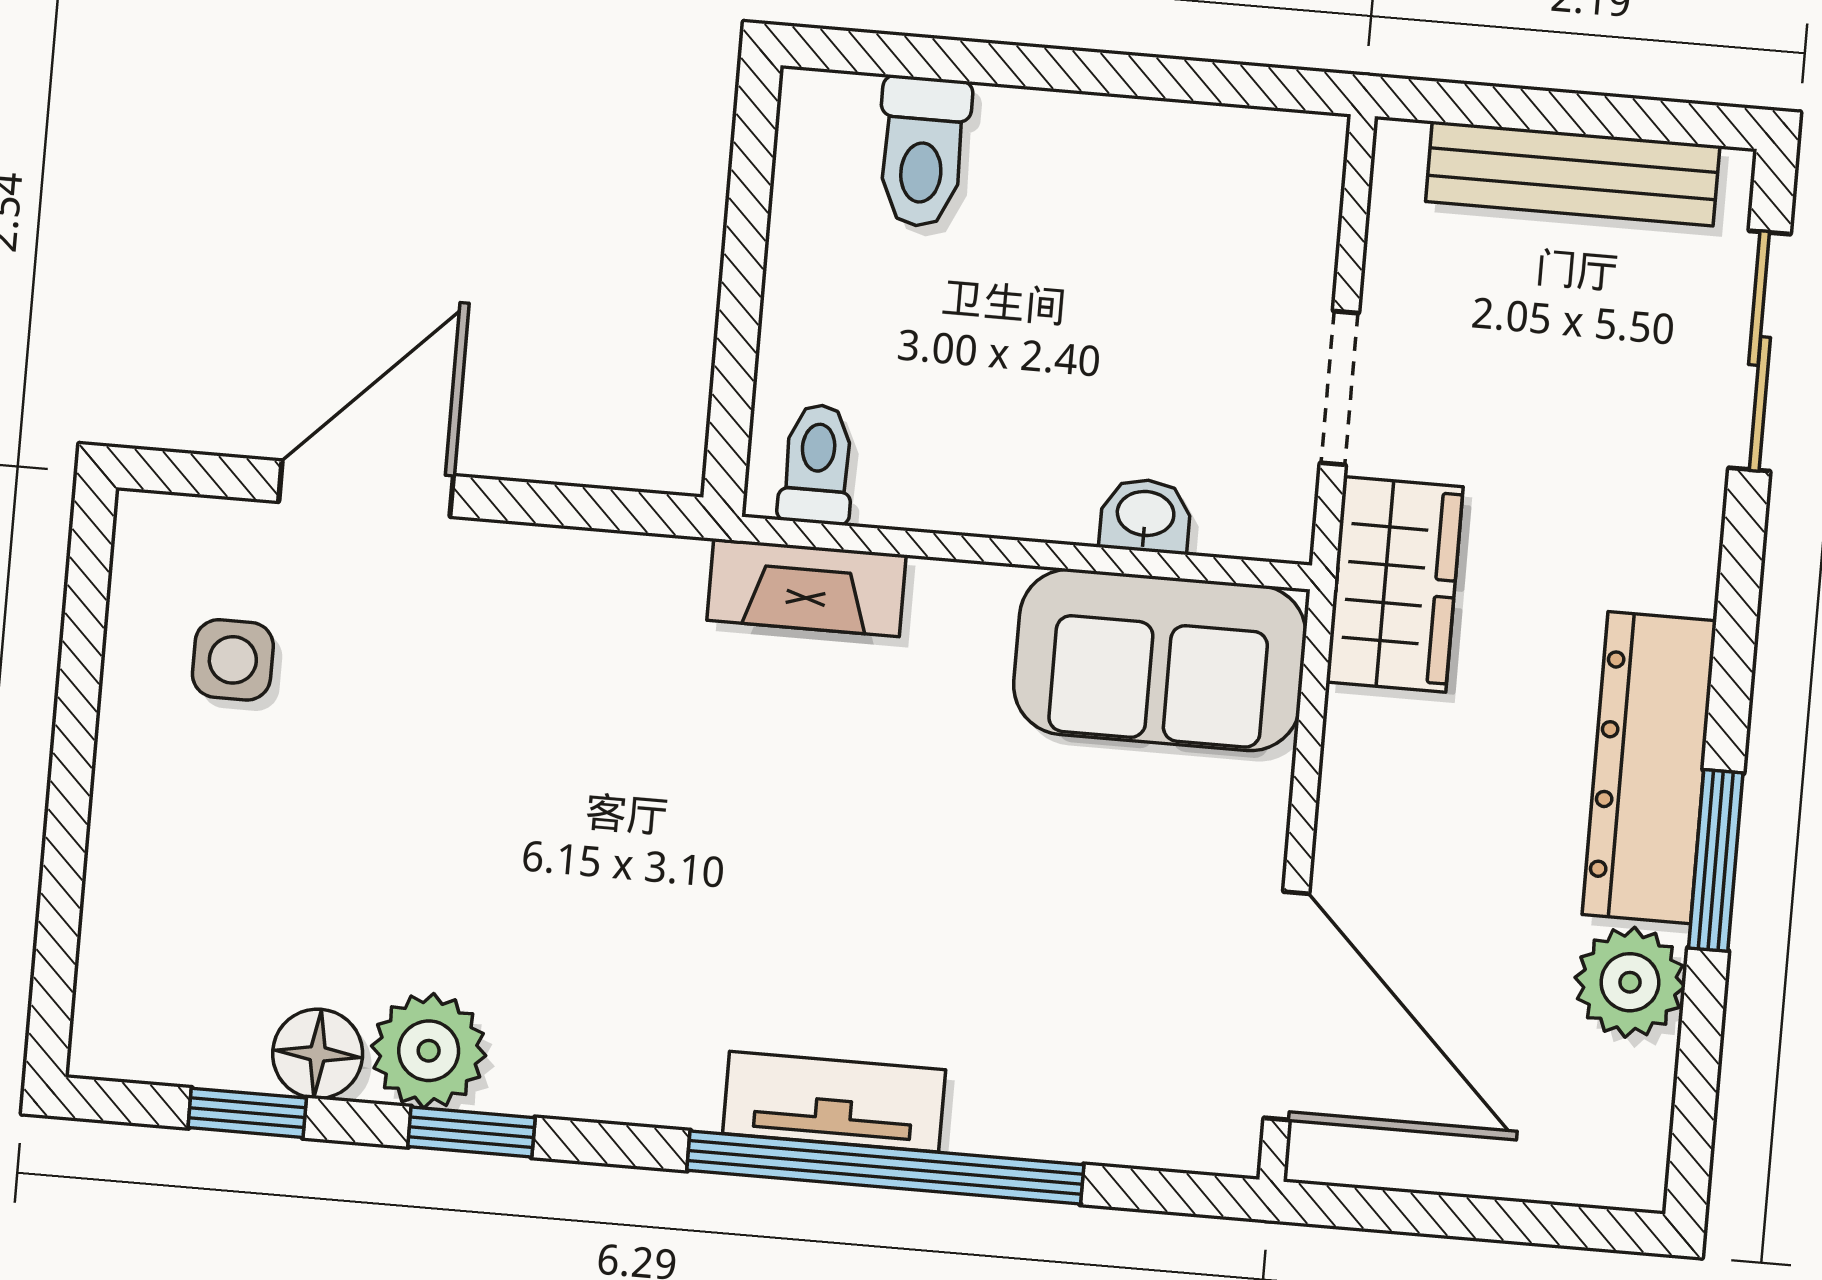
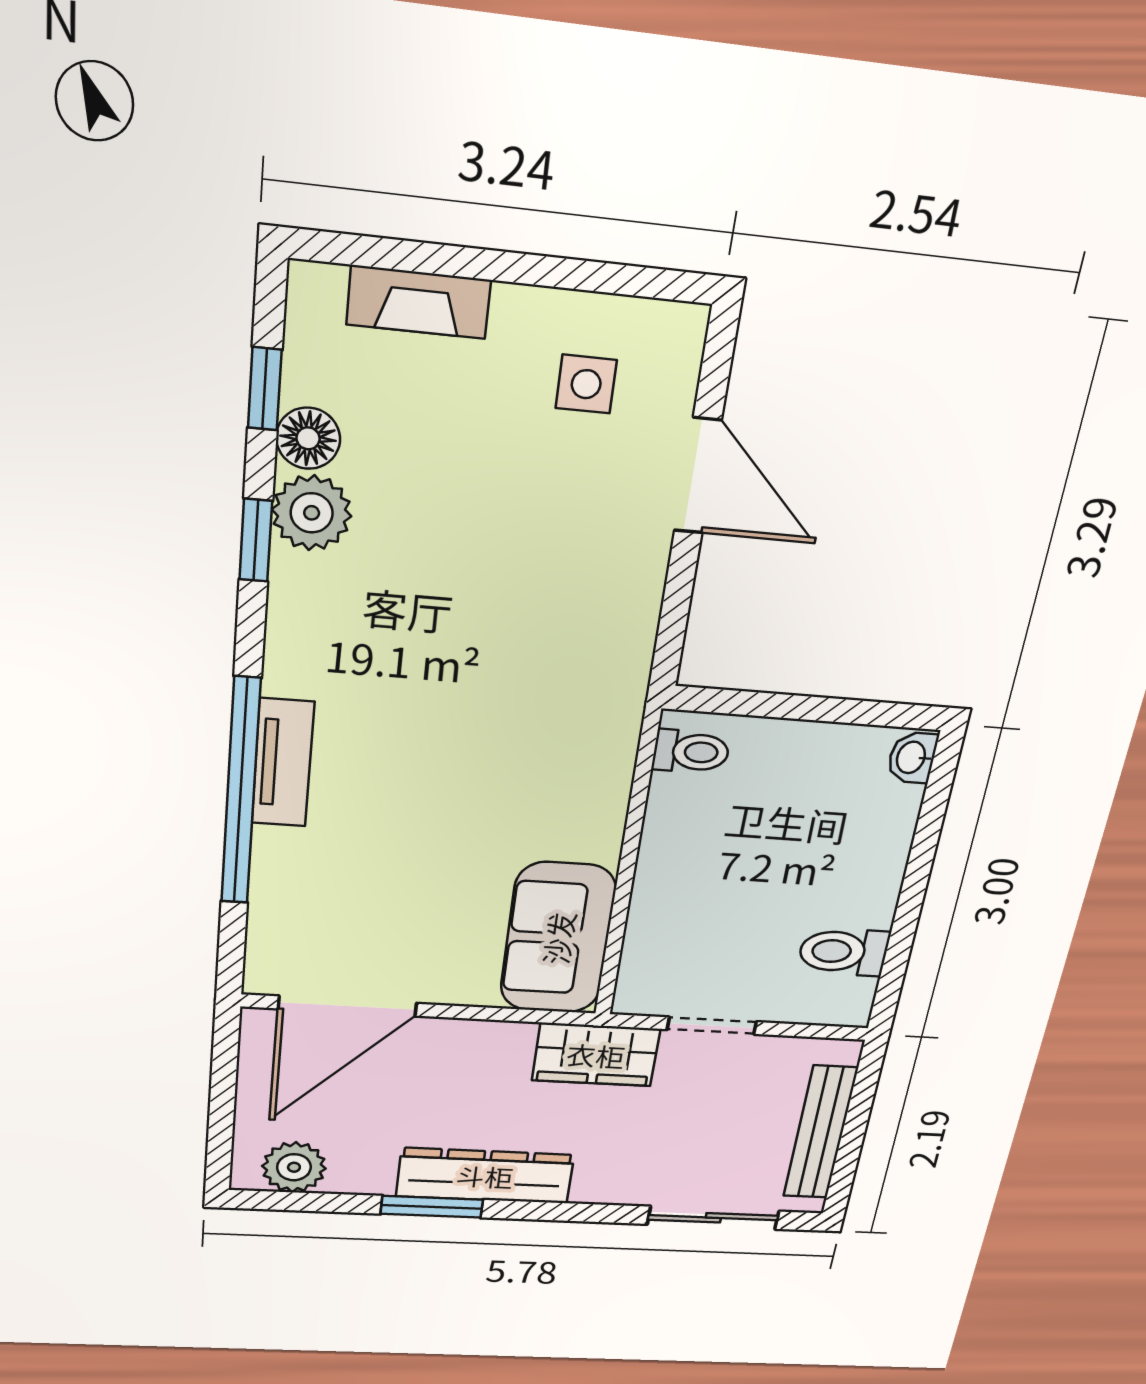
toilet: (923, 152) -> (844, 952), moved
washbasin: (1145, 516) -> (912, 757), moved, turned 180
fireplace: (807, 588) -> (419, 302), moved, turned -90
plant: (1630, 982) -> (294, 1167), moved

